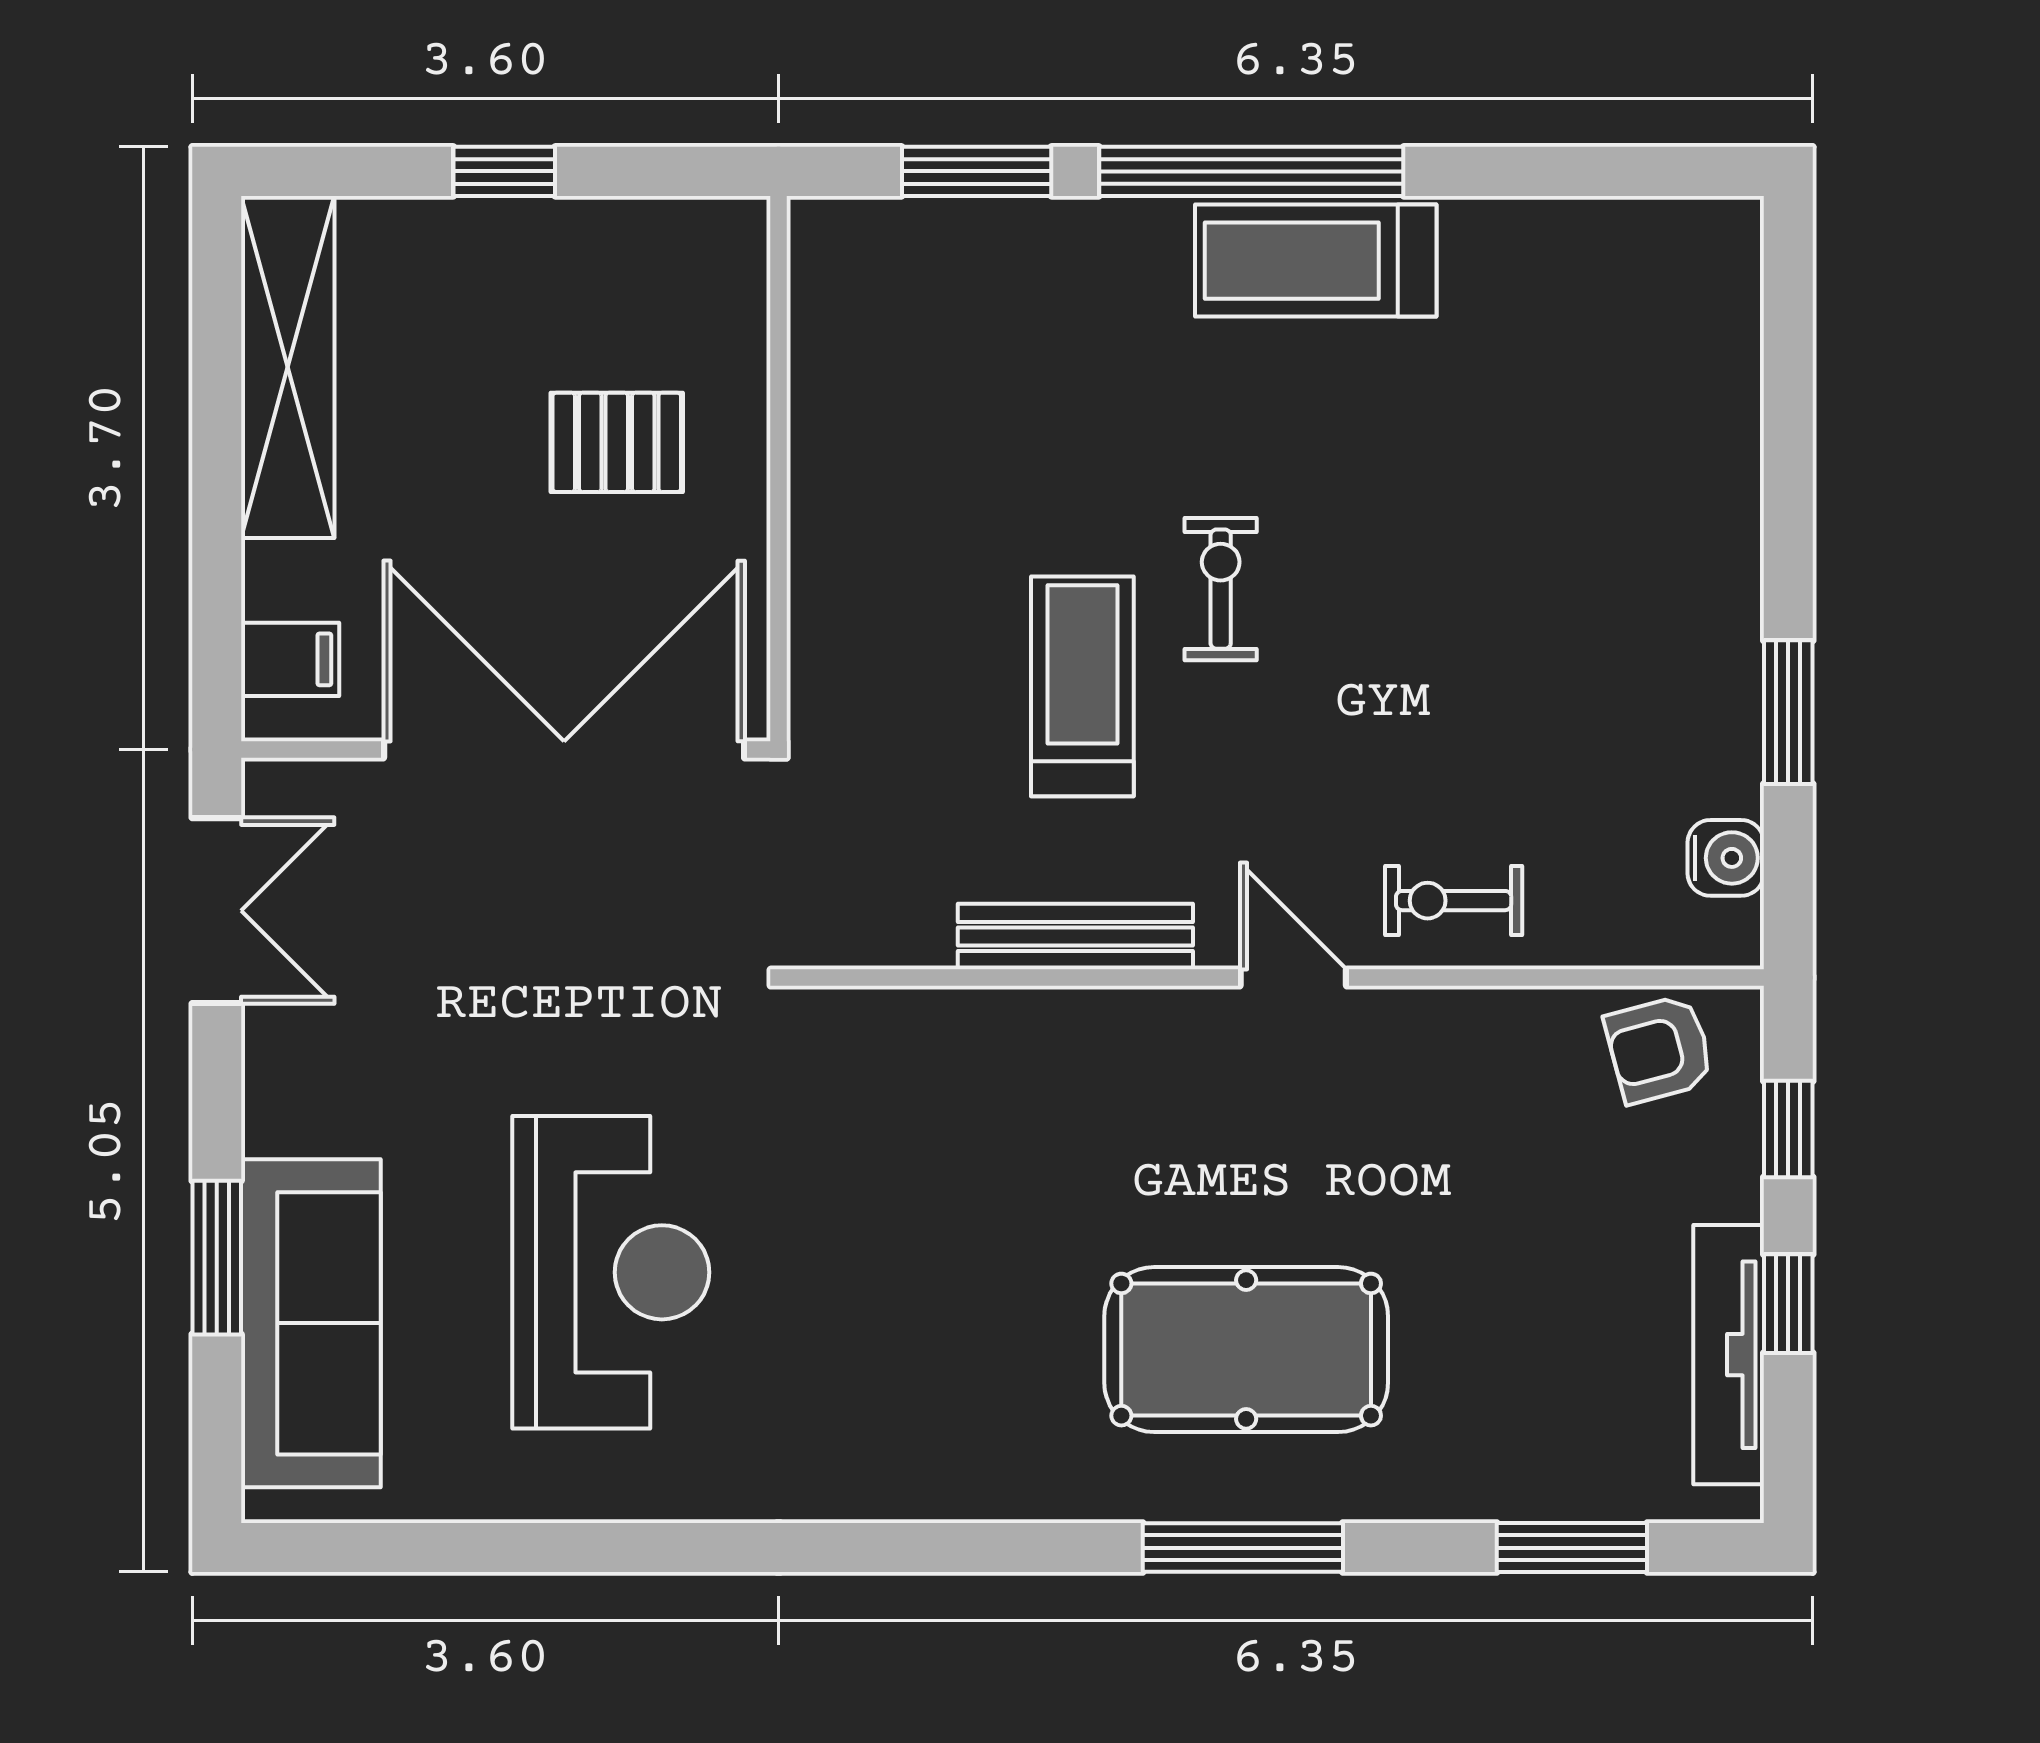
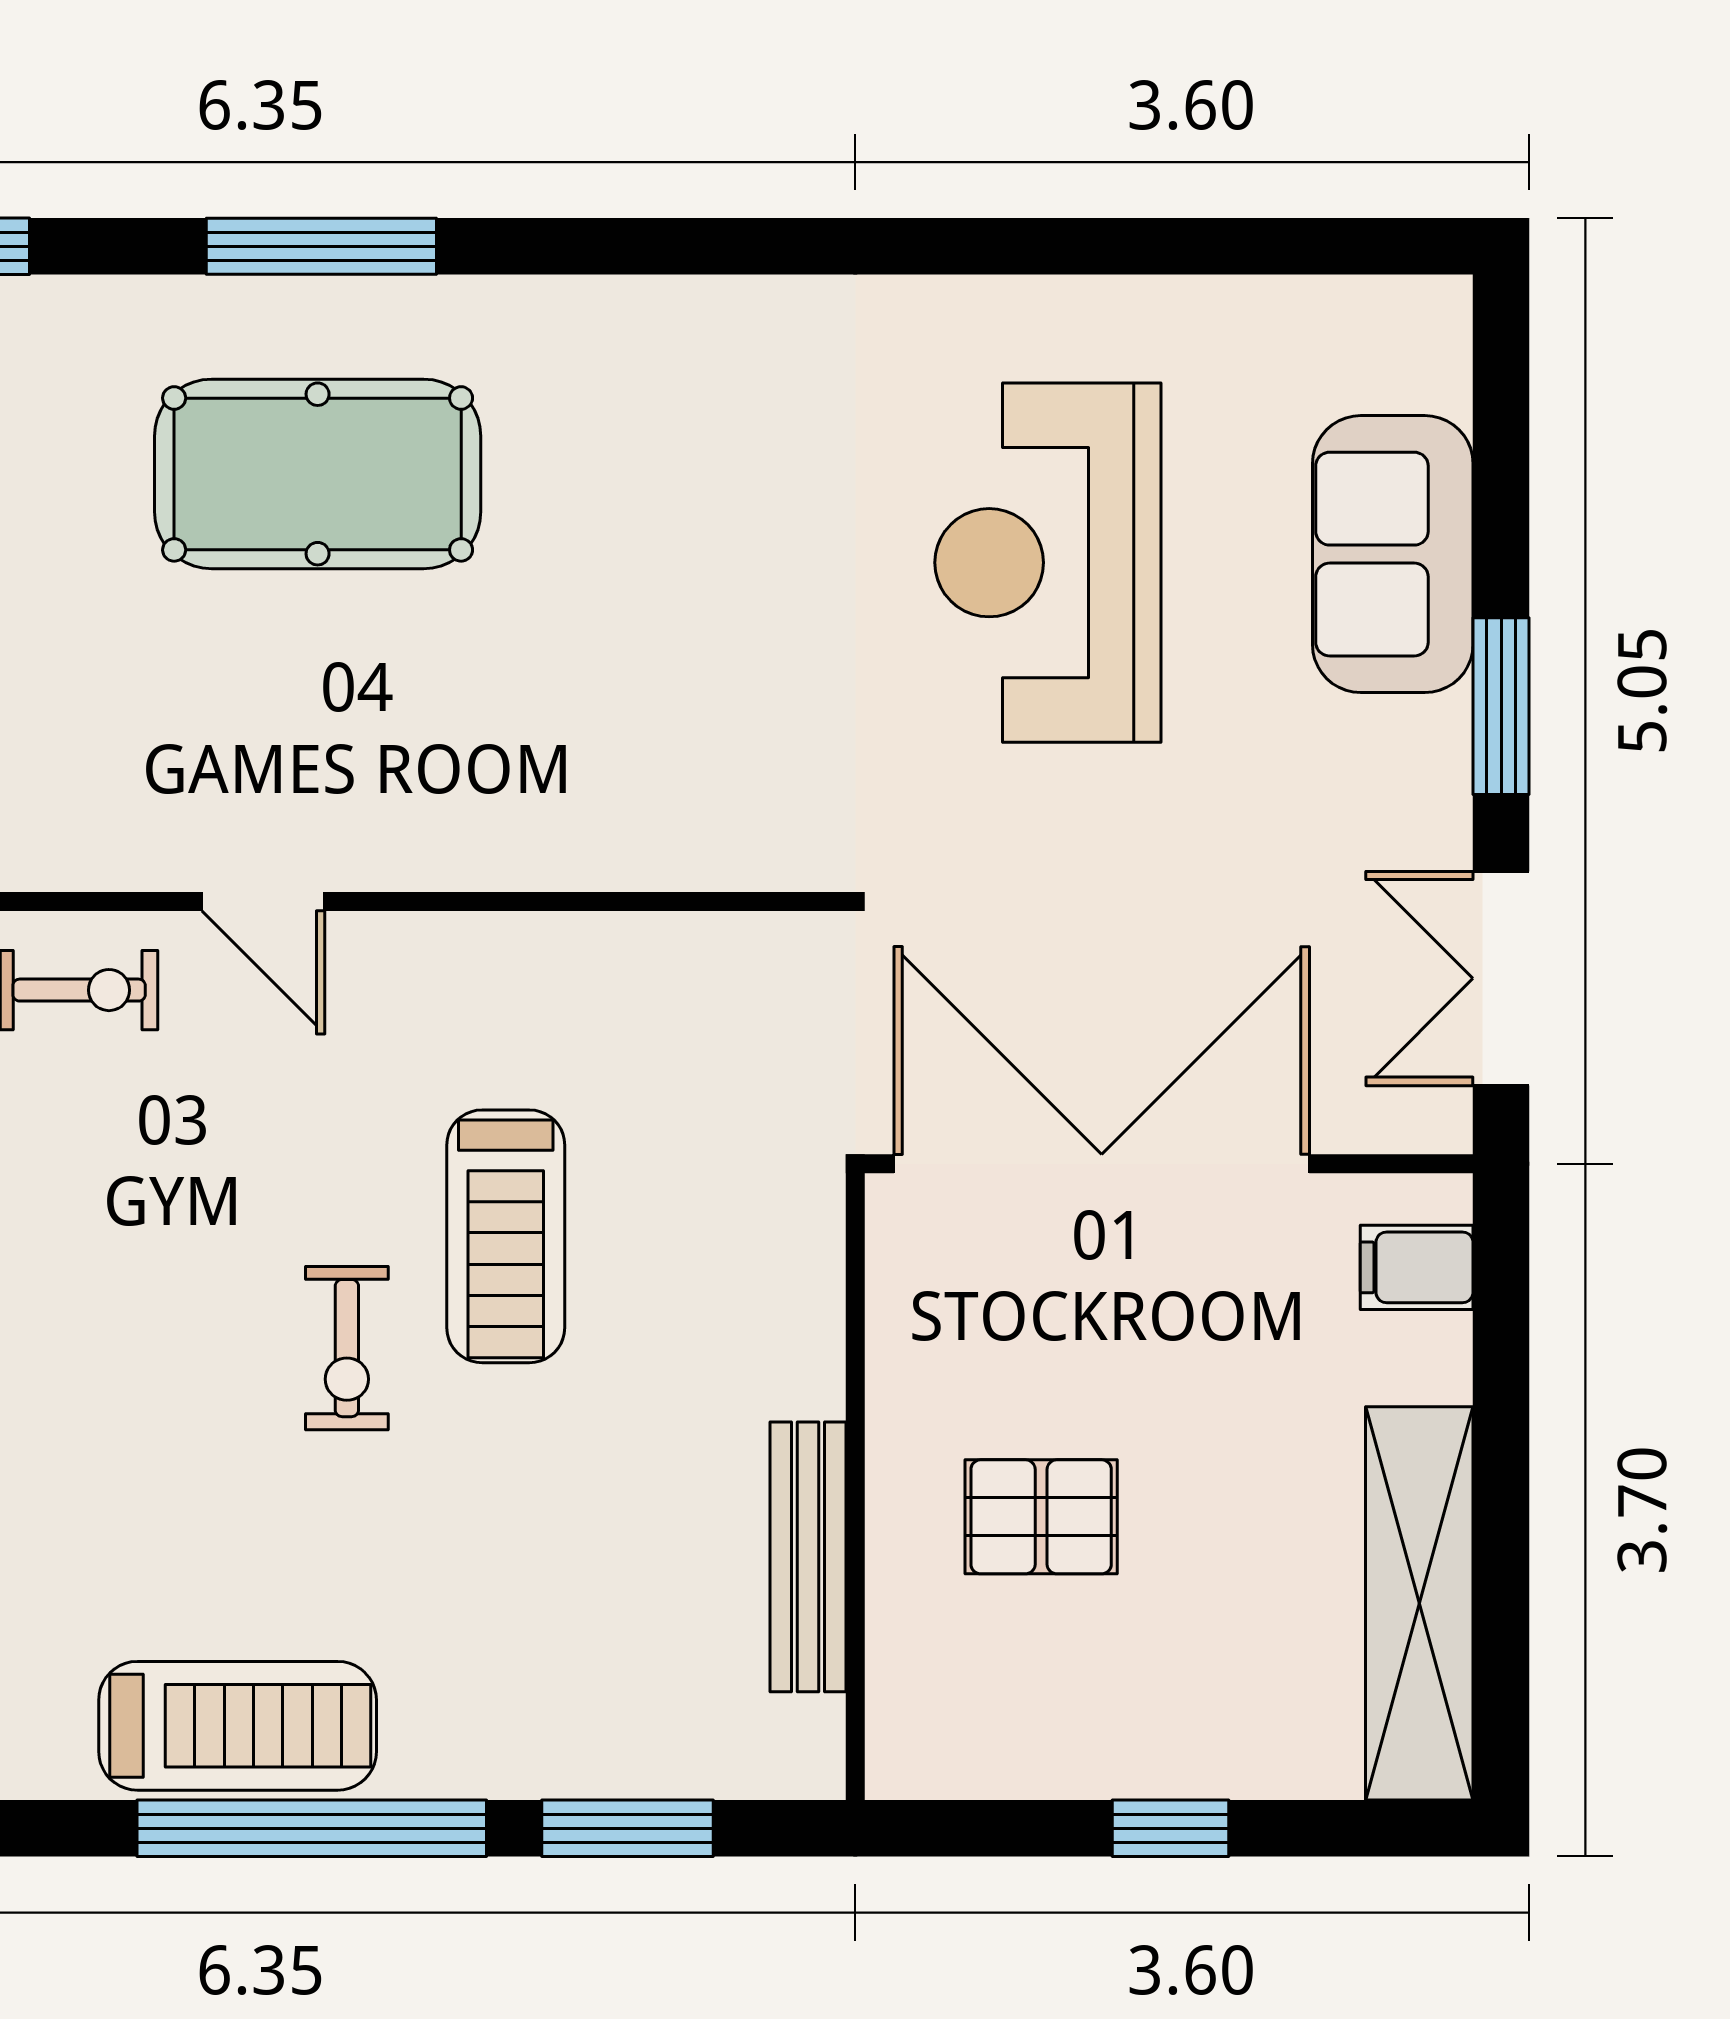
double door: (564, 750) -> (1102, 1164), swing flipped
bench: (1075, 937) -> (808, 1557), moved, turned 90
window: (217, 1258) -> (1501, 706), moved
sofa: (311, 1323) -> (1393, 554), width x0.73

